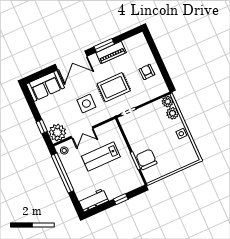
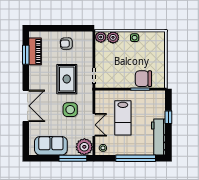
window: (104, 45) -> (26, 55), moved
piano: (111, 53) -> (35, 51), moved
sofa: (45, 86) -> (51, 146), moved, turned -90
window: (42, 127) -> (73, 158), width x2.17
window: (63, 173) -> (136, 158), moved
workbench: (93, 200) -> (158, 137), width x1.38

